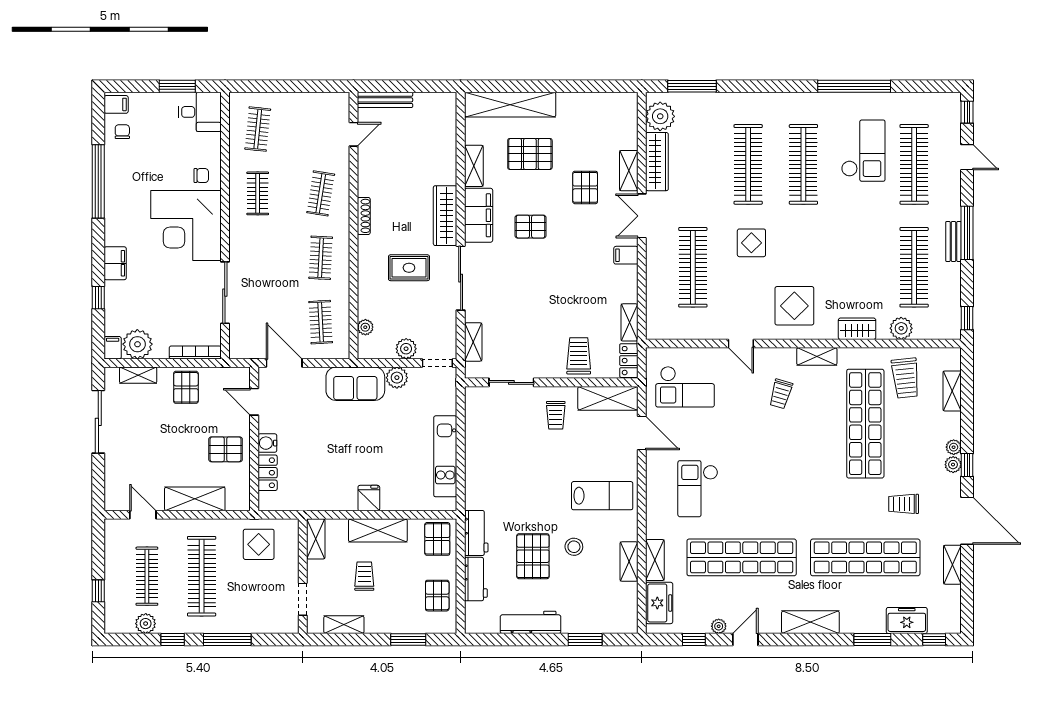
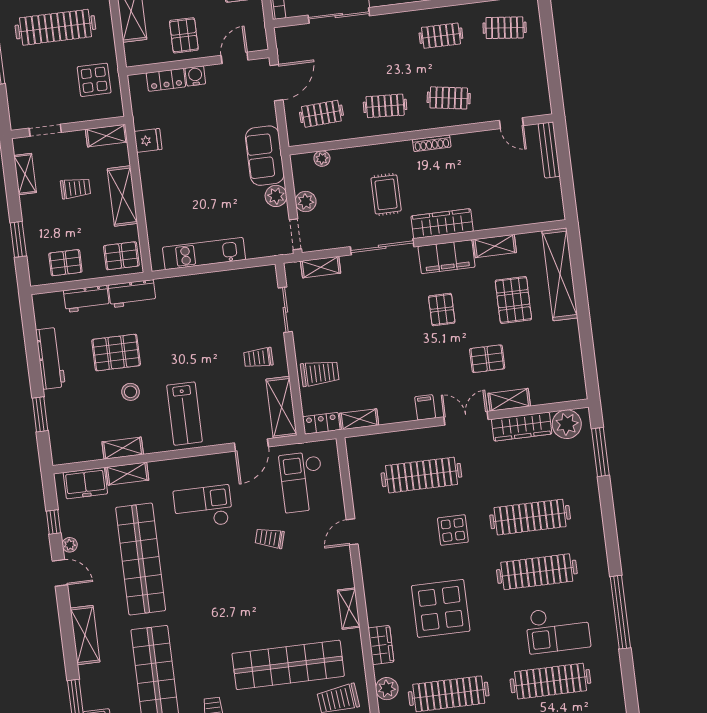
display table: (794, 306) -> (441, 608), moved, width x1.36, depth x1.36
trolley: (781, 394) -> (270, 538), moved
fridge: (369, 498) -> (148, 140), moved

